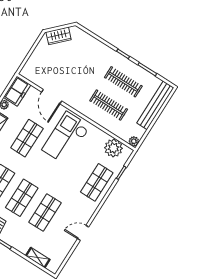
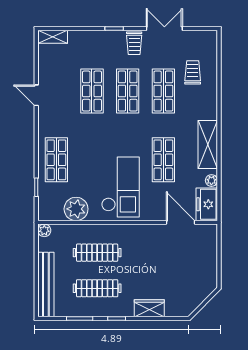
wardrobe: (59, 36) -> (149, 308), moved, turned 45
door: (52, 97) -> (181, 222), moved
plant: (113, 148) -> (76, 209), moved
door: (83, 233) -> (36, 95), swing flipped
shelving: (38, 258) -> (53, 37), moved

